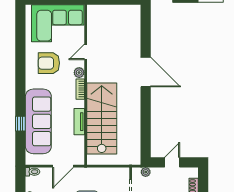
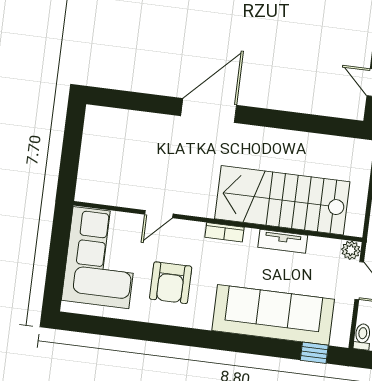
door: (86, 52) -> (159, 214), hinge flipped
plant: (79, 73) -> (351, 250), moved
window: (20, 124) -> (314, 353), moved

